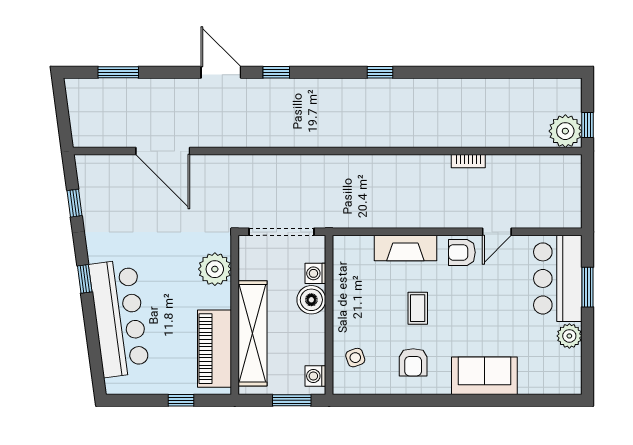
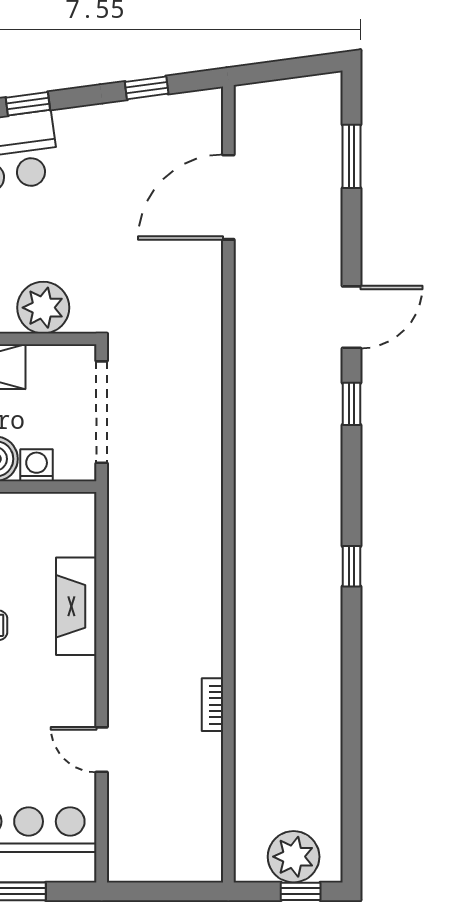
window: (587, 125) -> (301, 891), moved
plant: (565, 131) -> (294, 857), moved
door: (163, 151) -> (228, 197), moved
armchair: (462, 252) -> (69, 695), removed

